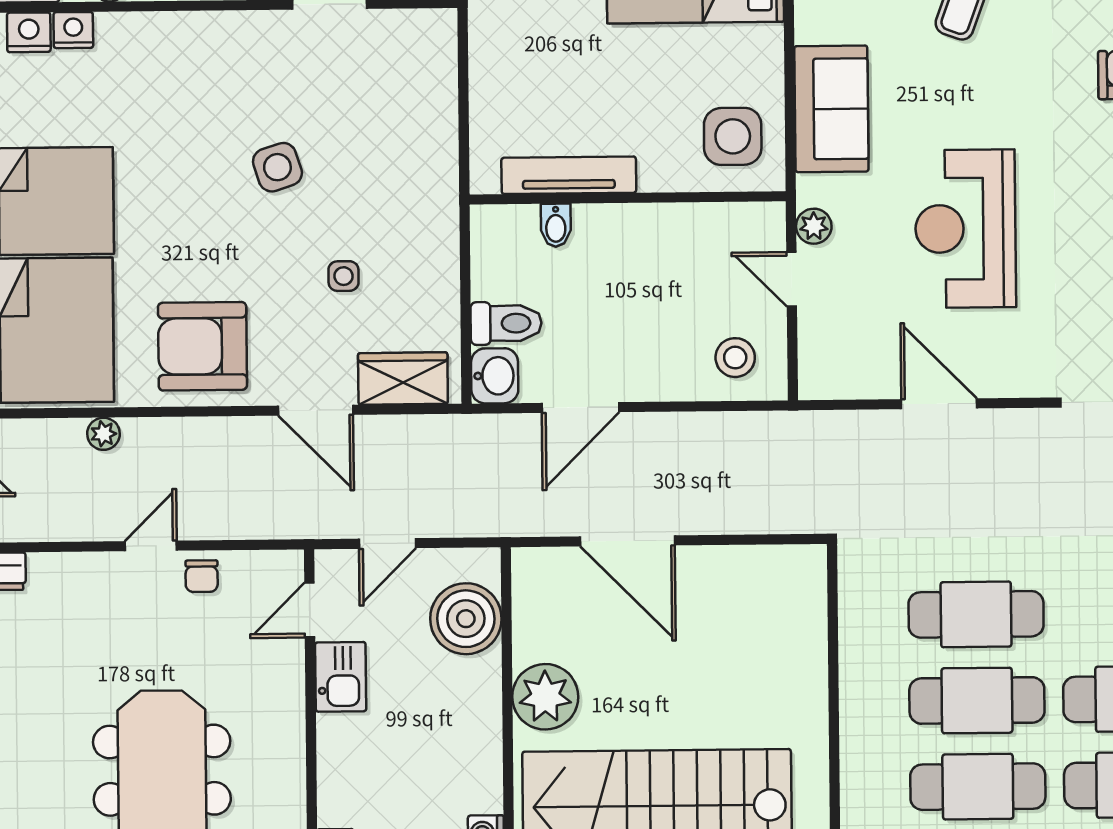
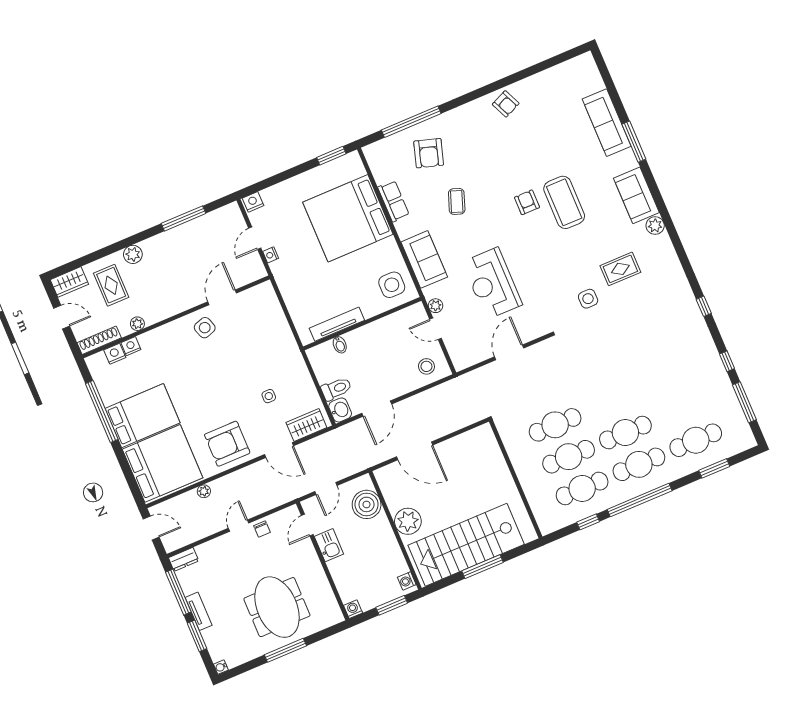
side table: (277, 167) -> (205, 328), moved
door: (939, 404) -> (509, 352), hinge flipped

